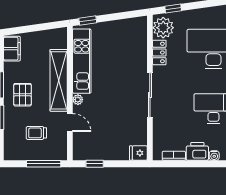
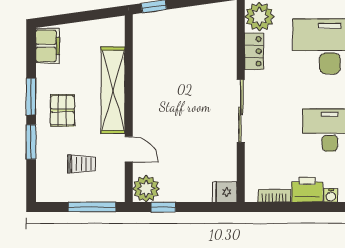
kitchen unit: (82, 61) -> (145, 63), removed
plant: (78, 100) -> (146, 189), moved, width x1.88, depth x1.88
trolley: (36, 133) -> (82, 164), turned 180

